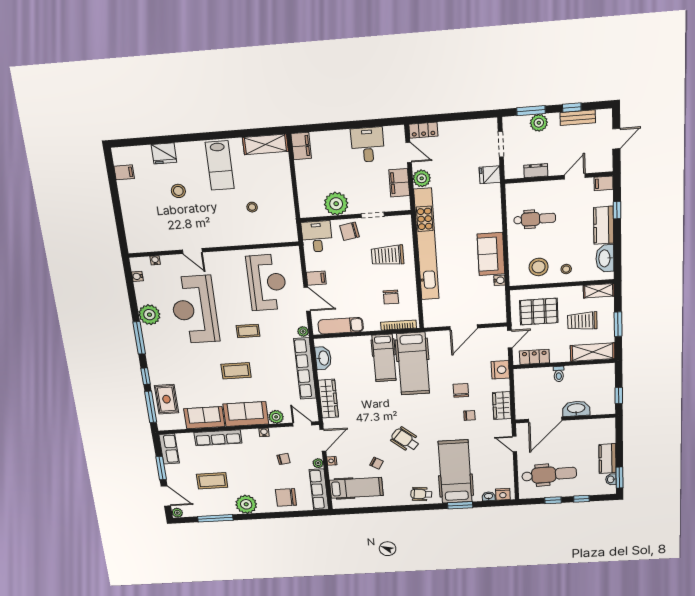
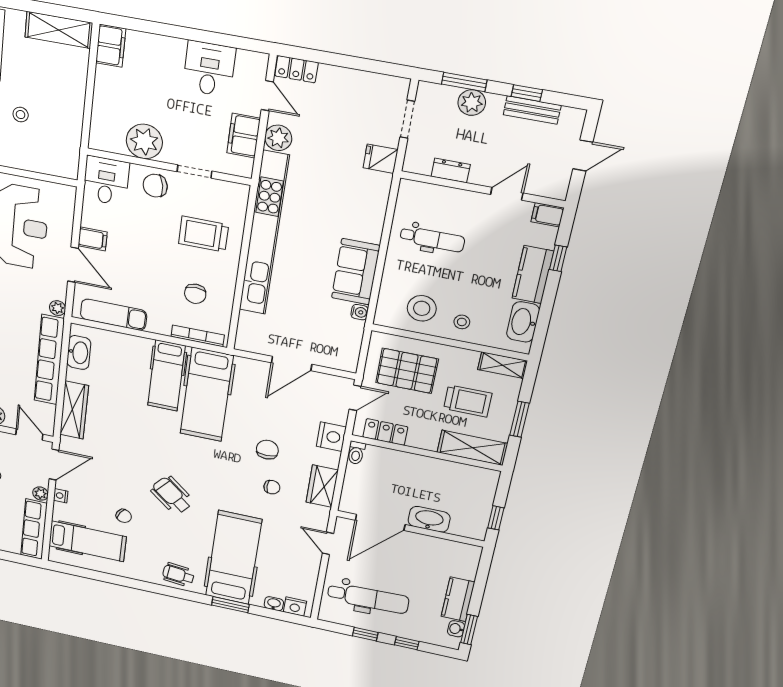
trolley: (582, 321) -> (468, 401), turned 180
toilet: (559, 374) -> (356, 453), moved

